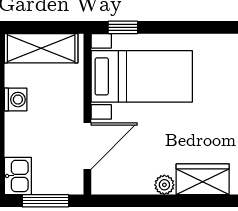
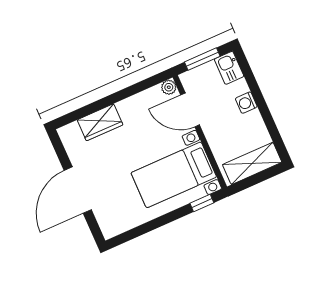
washing machine: (16, 100) -> (246, 103), moved
door: (87, 146) -> (190, 110), hinge flipped
plant: (164, 185) -> (169, 87), moved

